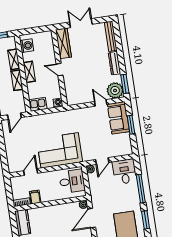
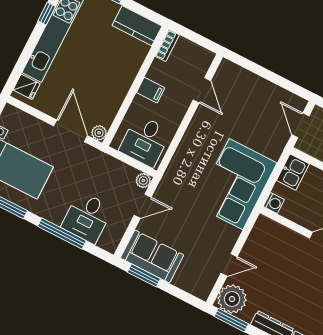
sofa: (118, 118) -> (152, 256), moved
window: (131, 125) -> (144, 275), moved
corner sofa: (60, 150) -> (236, 184), moved, turned 180
door: (102, 161) -> (143, 206), swing flipped
desk: (125, 172) -> (87, 217), moved, turned 90
filing cabinet: (35, 197) -> (151, 90), moved

